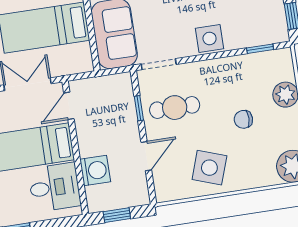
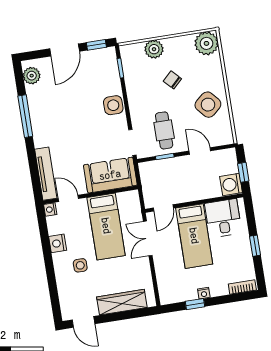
door: (69, 106) -> (163, 208), hinge flipped
chair: (243, 119) -> (172, 80), turned 136
side table: (209, 168) -> (208, 105), turned 30
washing machine: (95, 170) -> (231, 185), moved, turned -90

